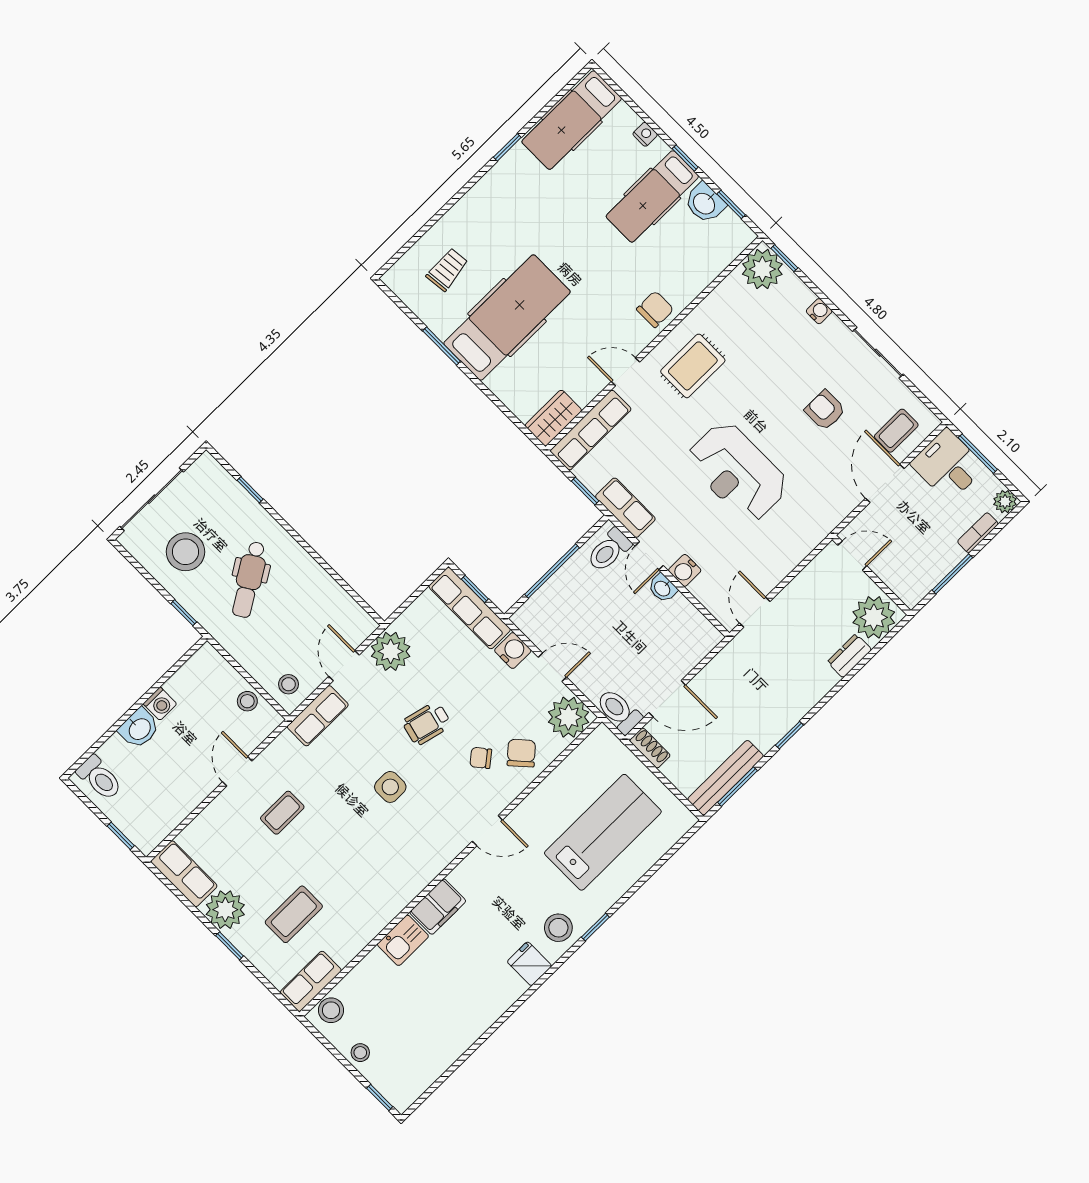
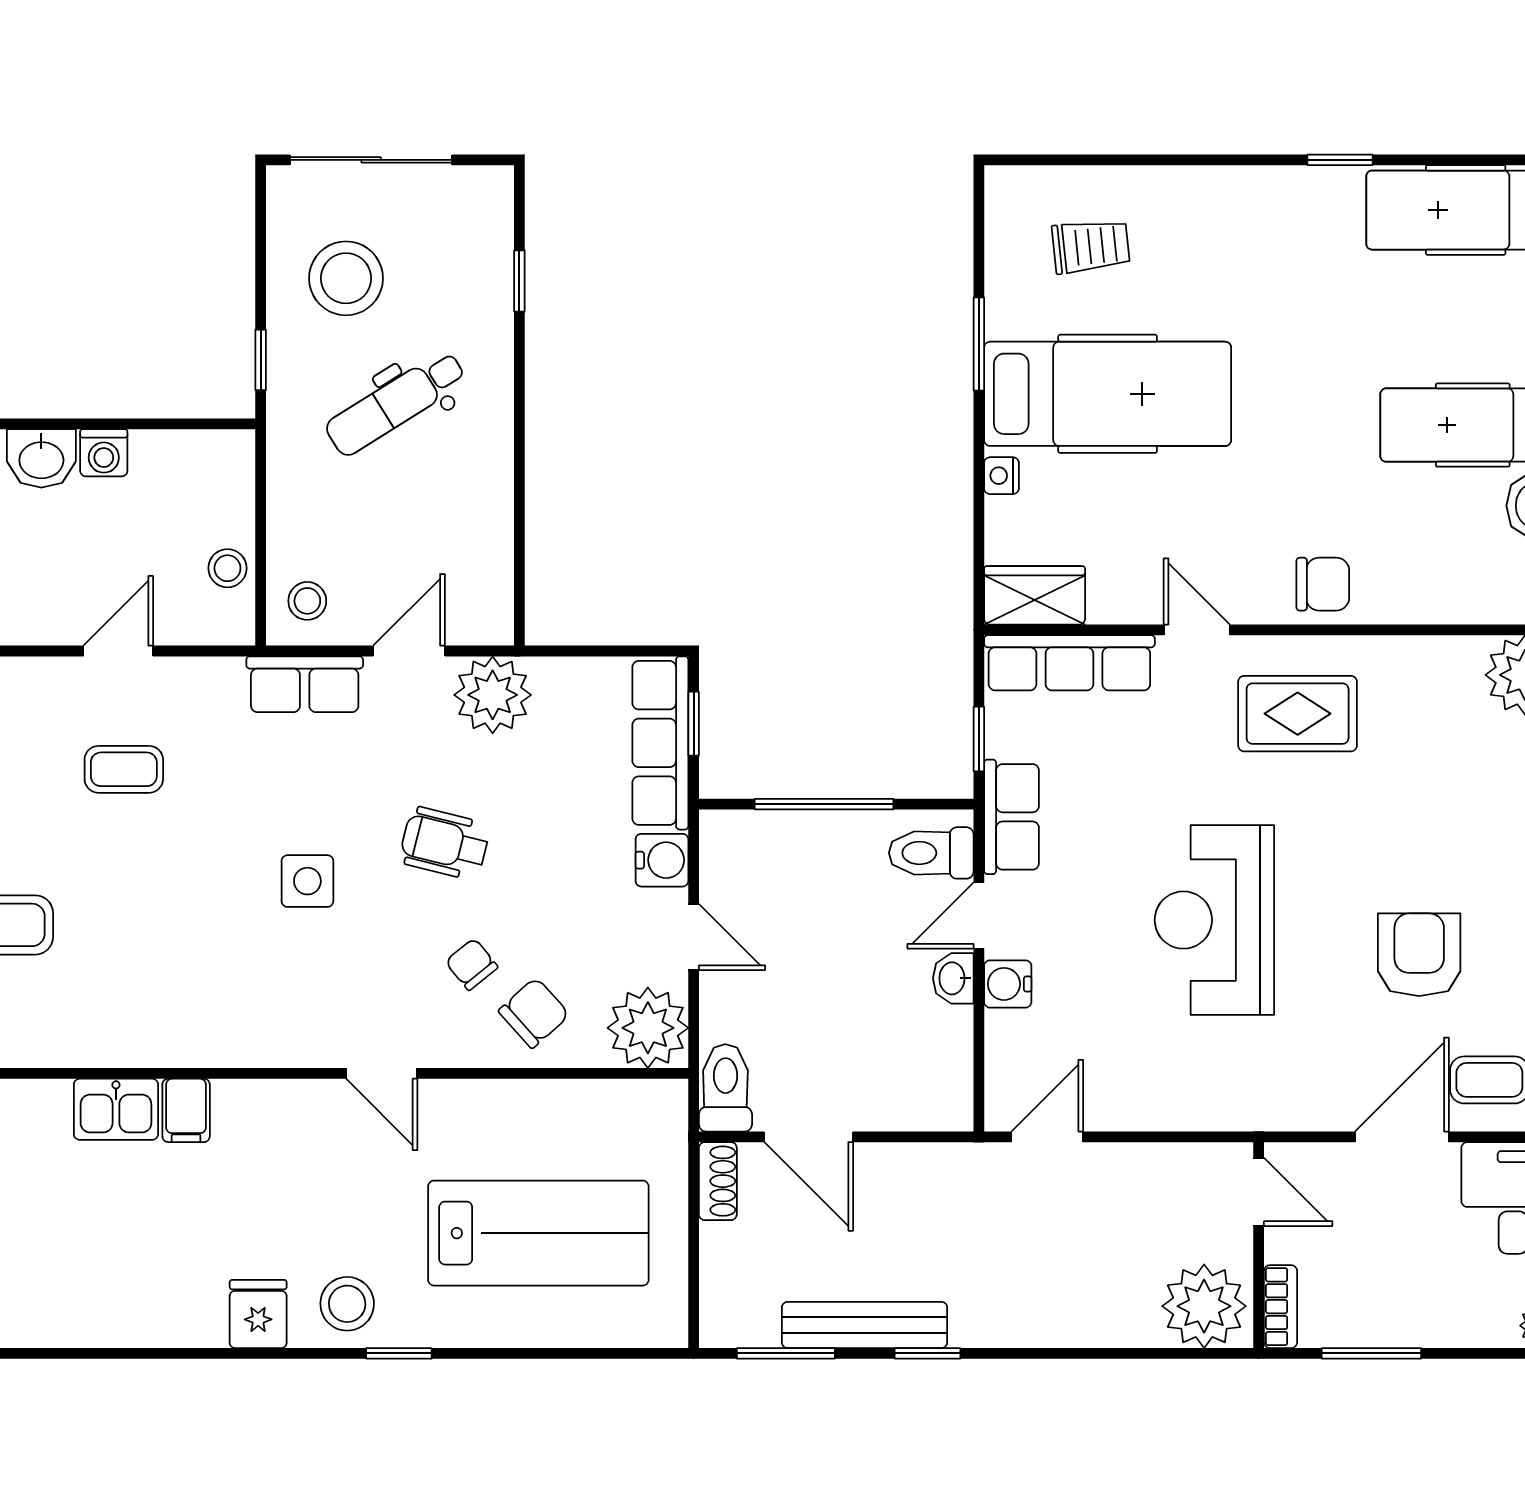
nightstand: (498, 386) -> (1001, 476), added
armchair: (825, 410) -> (1419, 955), width x1.38, depth x1.38
bookcase: (978, 533) -> (1281, 1307), moved, turned 90
dresser: (849, 656) -> (1118, 1326), removed
bench: (726, 778) -> (865, 1325), moved
filing cabinet: (438, 907) -> (186, 1110), width x0.50

